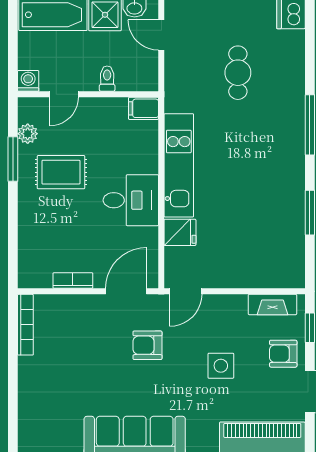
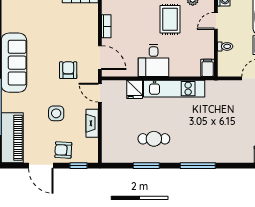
cafe table: (238, 73) -> (154, 139), moved
door: (64, 94) -> (216, 21), hinge flipped
fireplace: (272, 304) -> (92, 123), moved
armchair: (283, 354) -> (63, 150), turned -87

